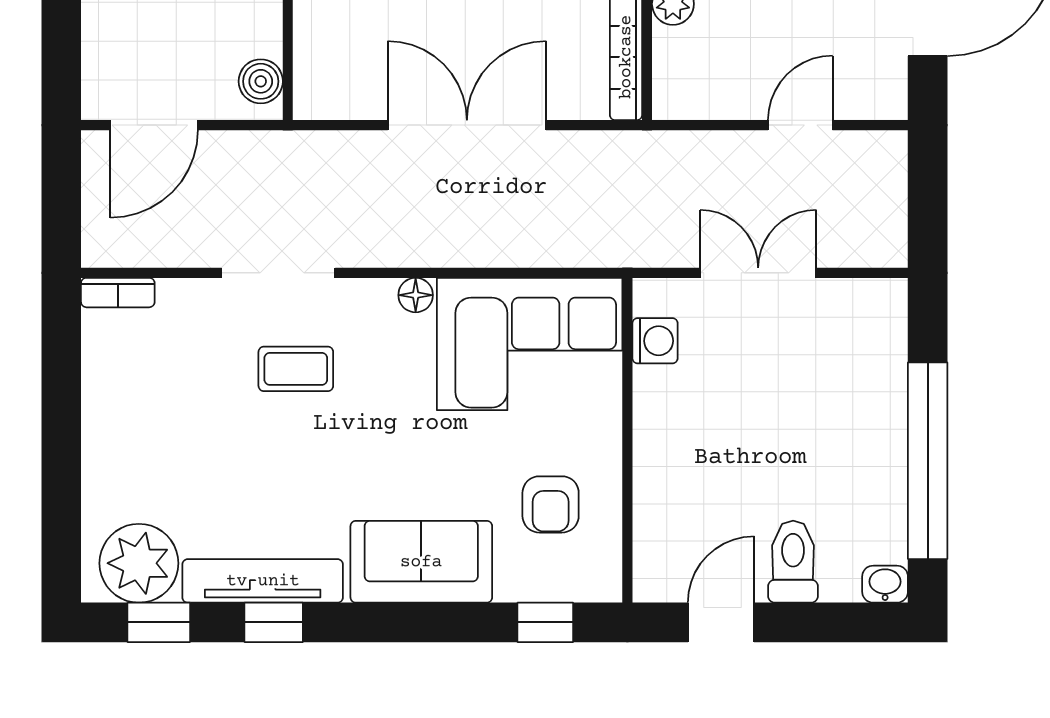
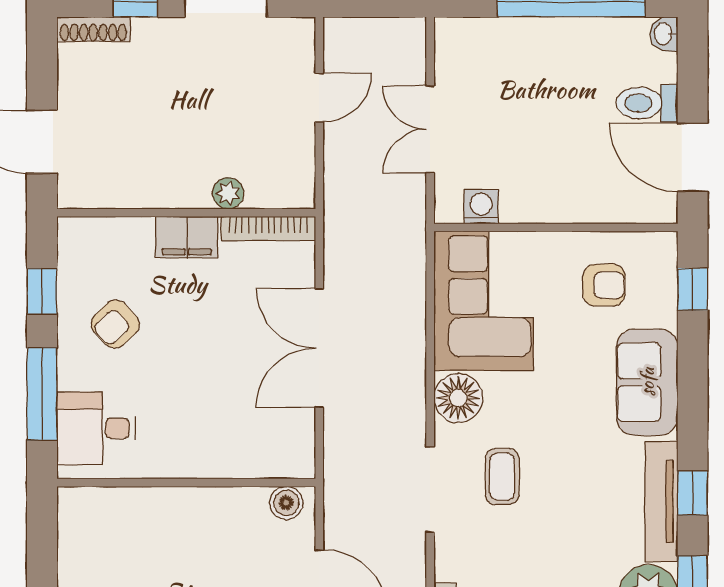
door: (800, 125) -> (319, 98), swing flipped
floor lamp: (416, 295) -> (458, 398), width x1.89, depth x1.89
door: (721, 622) -> (693, 157), width x1.38

